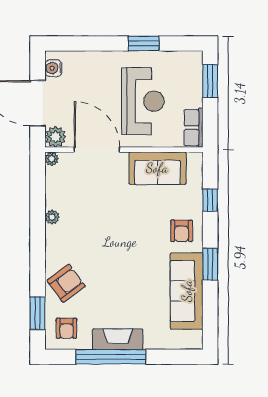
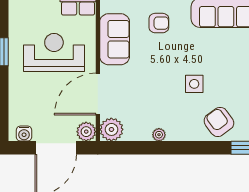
plant: (52, 159) -> (111, 129), width x1.88, depth x1.88
armchair: (181, 231) -> (159, 23), moved
side table: (108, 256) -> (194, 84), added

